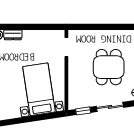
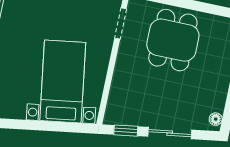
dining table: (109, 67) -> (173, 40), moved

